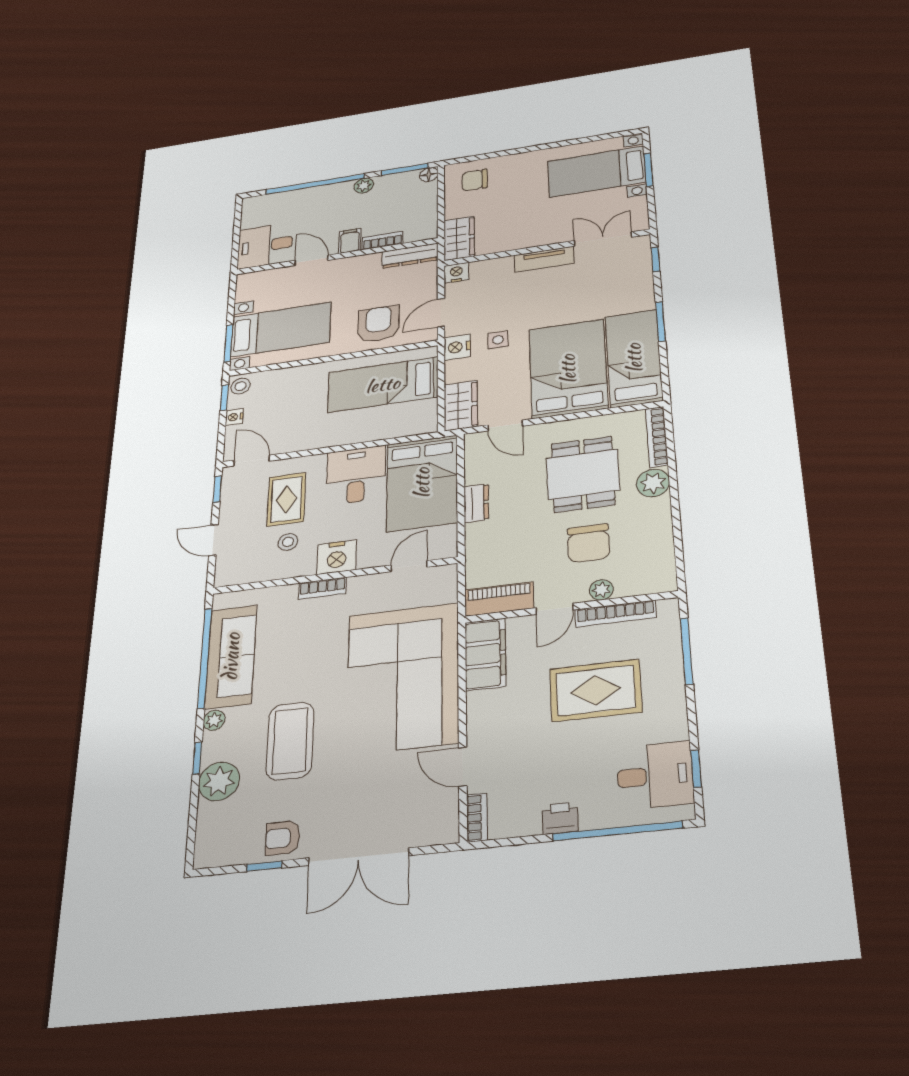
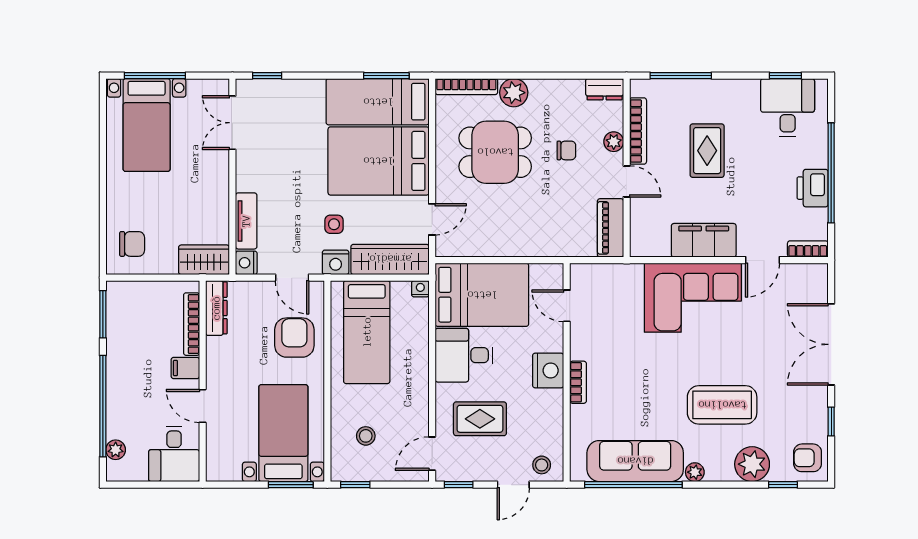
window: (648, 170) -> (155, 76), width x1.44
floor lamp: (429, 175) -> (115, 290), removed
chair: (475, 180) -> (132, 244), turned -90
plant: (364, 186) -> (116, 450), moved
bookcase: (382, 241) -> (192, 324), width x1.56
tv unit: (544, 259) -> (246, 221), moved
door: (311, 260) -> (203, 406), hinge flipped
window: (660, 322) -> (386, 76), moved
armchair: (378, 324) -> (294, 338), turned 90
stool: (241, 386) -> (366, 436), moved
wardrobe: (461, 406) -> (390, 259), width x1.50
nightstand: (234, 417) -> (420, 289), moved, turned 180
dresser: (476, 503) -> (605, 89), moved, turned 180
stool: (288, 542) -> (542, 465), moved
chair: (588, 543) -> (566, 150), width x0.54, depth x0.54
filing cabinet: (485, 654) -> (704, 240), moved
corner sofa: (403, 678) -> (693, 298), width x0.73, depth x0.74
rug: (596, 690) -> (707, 151), width x0.73, depth x0.70
window: (197, 758) -> (783, 485), moved
printer: (560, 818) -> (813, 188), width x1.36, depth x1.24
window: (617, 831) -> (831, 173), moved
armchair: (283, 838) -> (808, 458), moved, turned 90
double door: (358, 857) -> (831, 344), swing flipped

